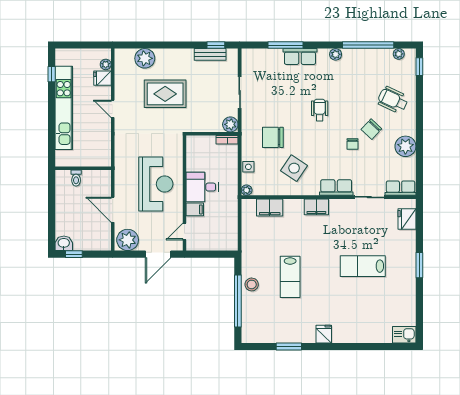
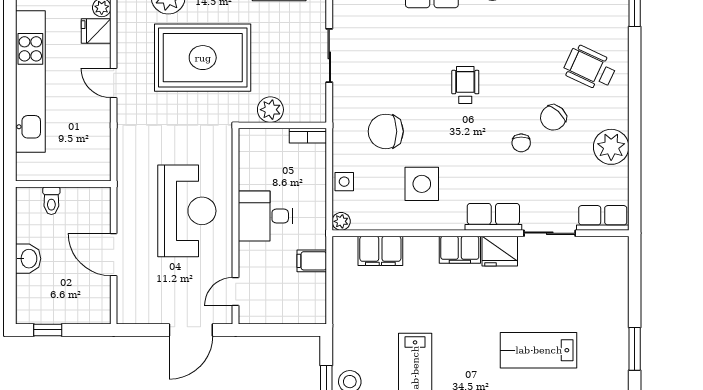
window: (52, 74) -> (10, 24), removed
rug: (165, 94) -> (203, 58), width x1.37, depth x1.44
plant: (230, 124) -> (270, 110), moved
side table: (294, 168) -> (422, 184), turned -34
filing cabinet: (195, 209) -> (312, 261), moved, turned 180
fridge: (407, 219) -> (500, 251), moved, turned -90
plant: (128, 240) -> (139, 306), removed
washbasin: (64, 243) -> (28, 259), moved, turned 90

